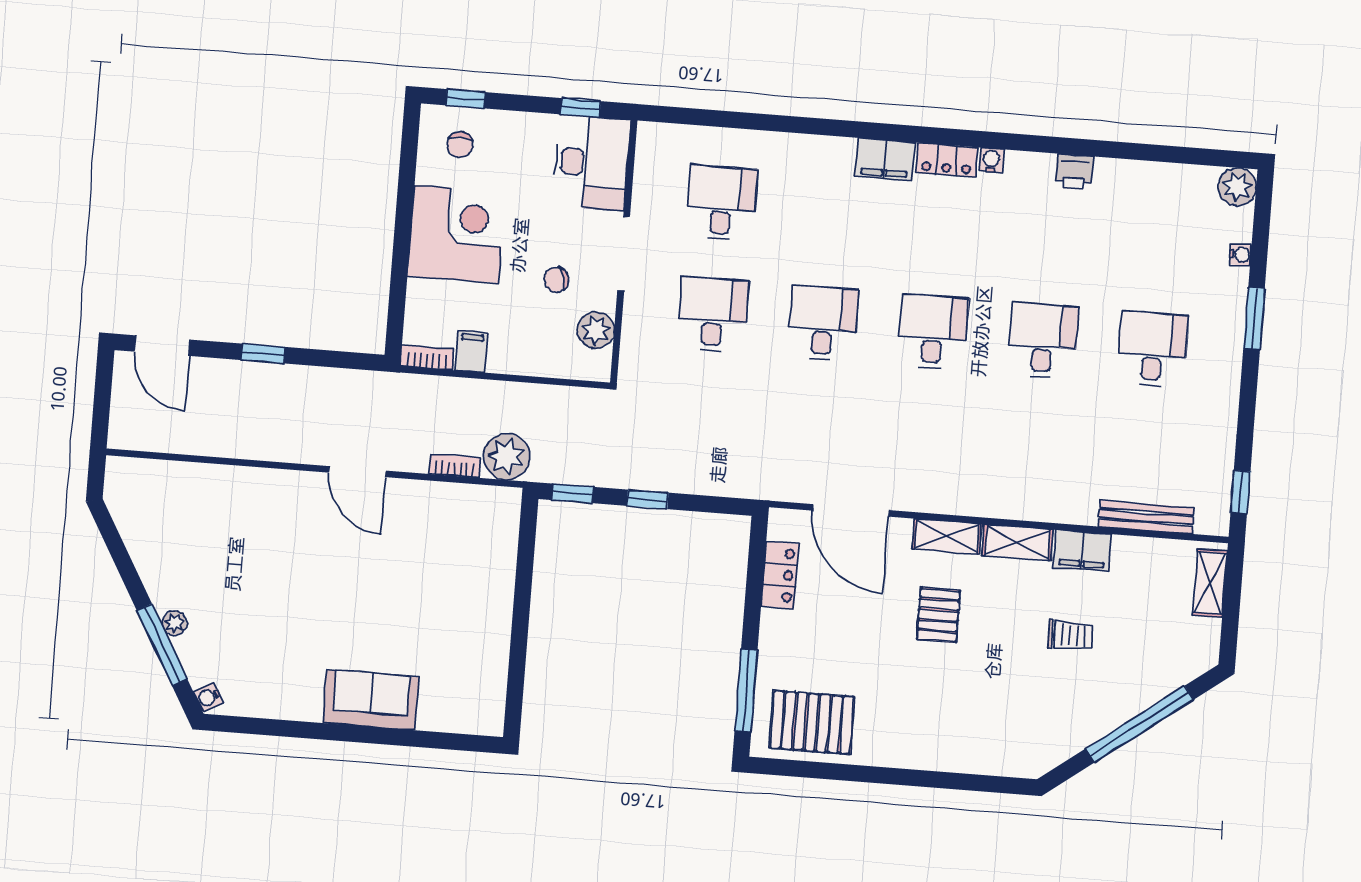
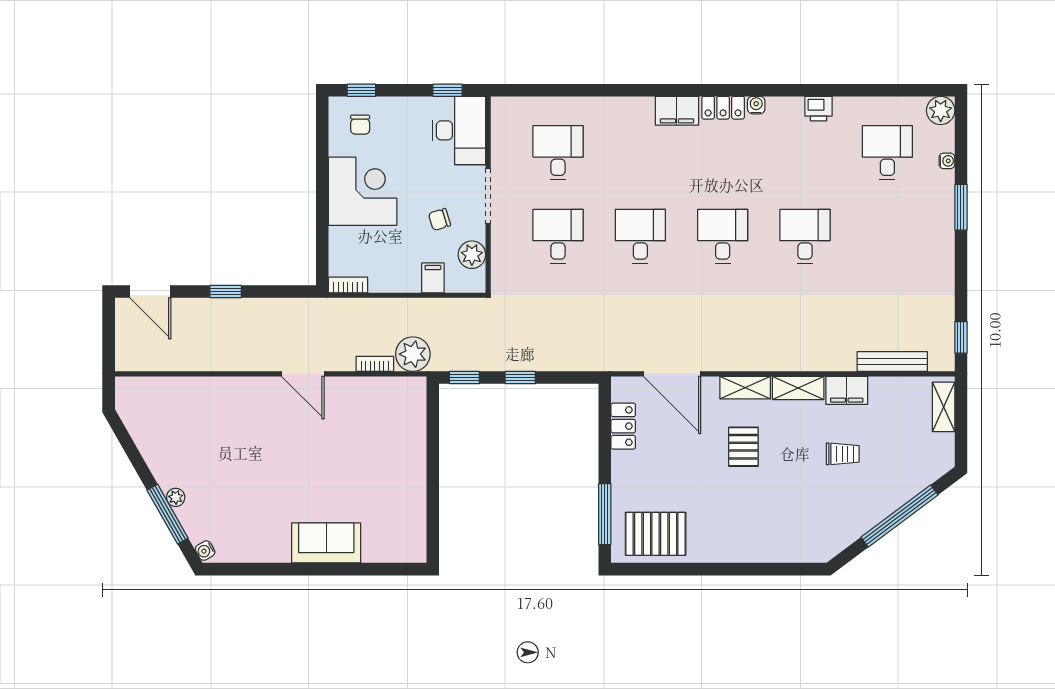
desk: (1153, 349) -> (887, 153), moved
filing cabinet: (472, 352) -> (433, 278), moved

